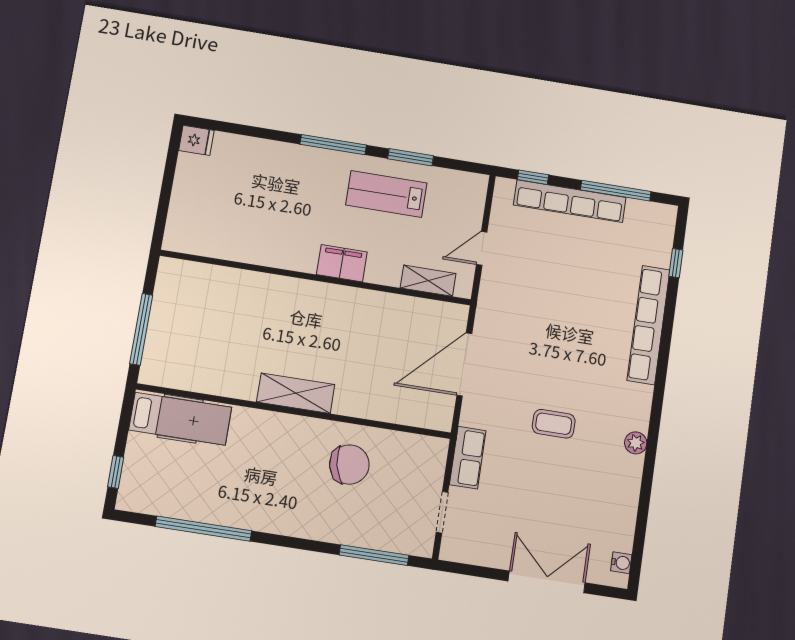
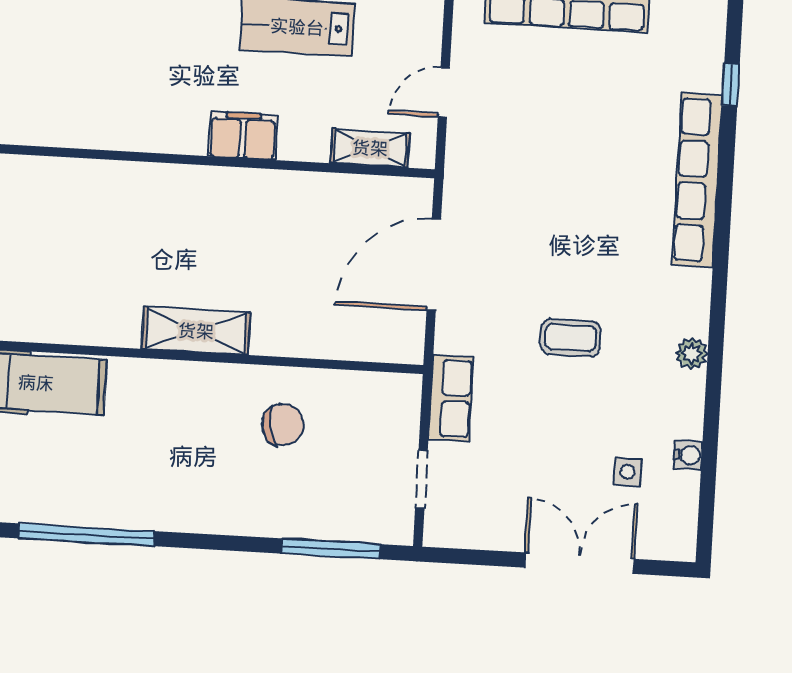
chair: (349, 465) -> (283, 425), width x0.73, depth x0.73
side table: (585, 521) -> (628, 472), added
water cooler: (621, 563) -> (688, 455), moved

